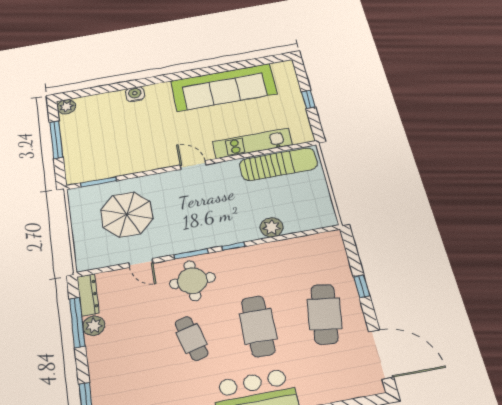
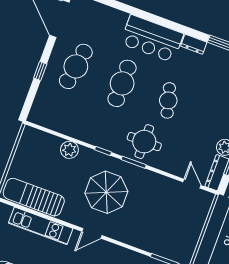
door: (193, 165) -> (92, 233), hinge flipped
parasol: (127, 214) -> (106, 192), moved
door: (141, 263) -> (192, 184), moved

